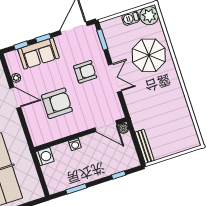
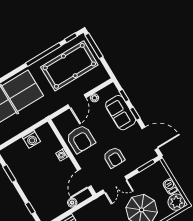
door: (106, 126) -> (84, 178), moved
wall: (80, 135) -> (72, 158), moved
washing machine: (75, 144) -> (62, 155), moved

